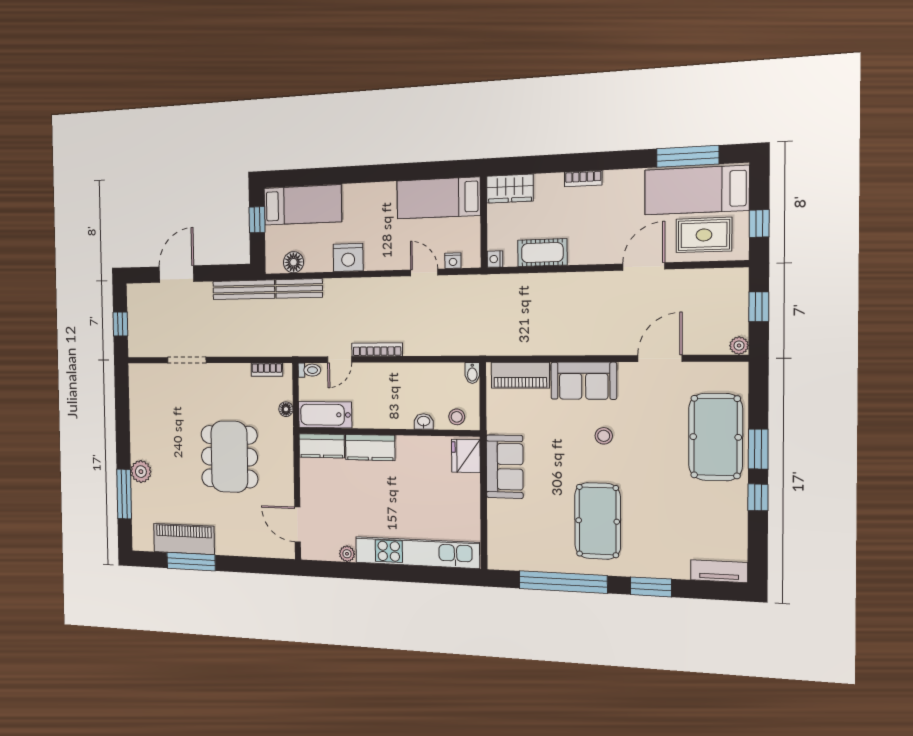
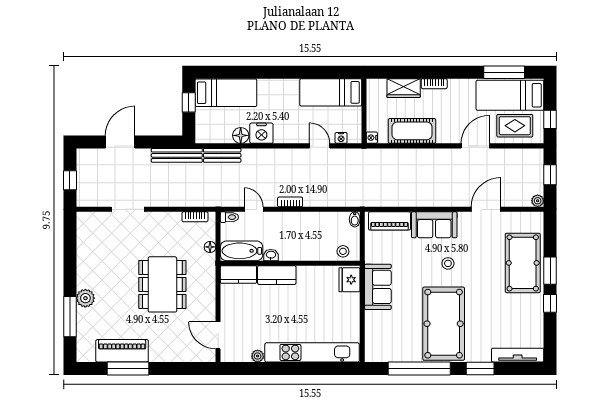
wardrobe: (510, 189) -> (404, 88), moved
cot: (542, 253) -> (412, 131), width x1.37, depth x1.34
floor lamp: (294, 262) -> (241, 135), moved
bookcase: (377, 350) -> (290, 202), width x0.64
door: (340, 360) -> (254, 209), swing flipped
washbasin: (424, 421) -> (271, 255), moved
pool table: (598, 521) -> (444, 324), width x1.36, depth x1.32
tv unit: (719, 571) -> (518, 355), width x1.41

